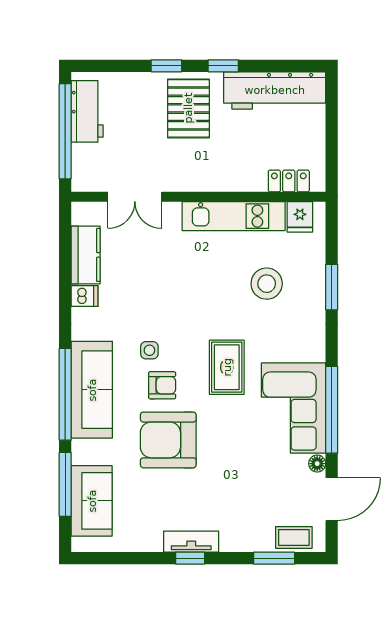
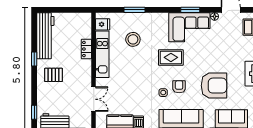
window: (166, 66) -> (34, 112), moved
pallet: (188, 108) -> (54, 75), width x0.67, depth x0.71
locker: (289, 181) -> (86, 49), moved
window: (332, 410) -> (190, 10), width x0.47
armchair: (168, 440) -> (214, 86), moved, turned -90

